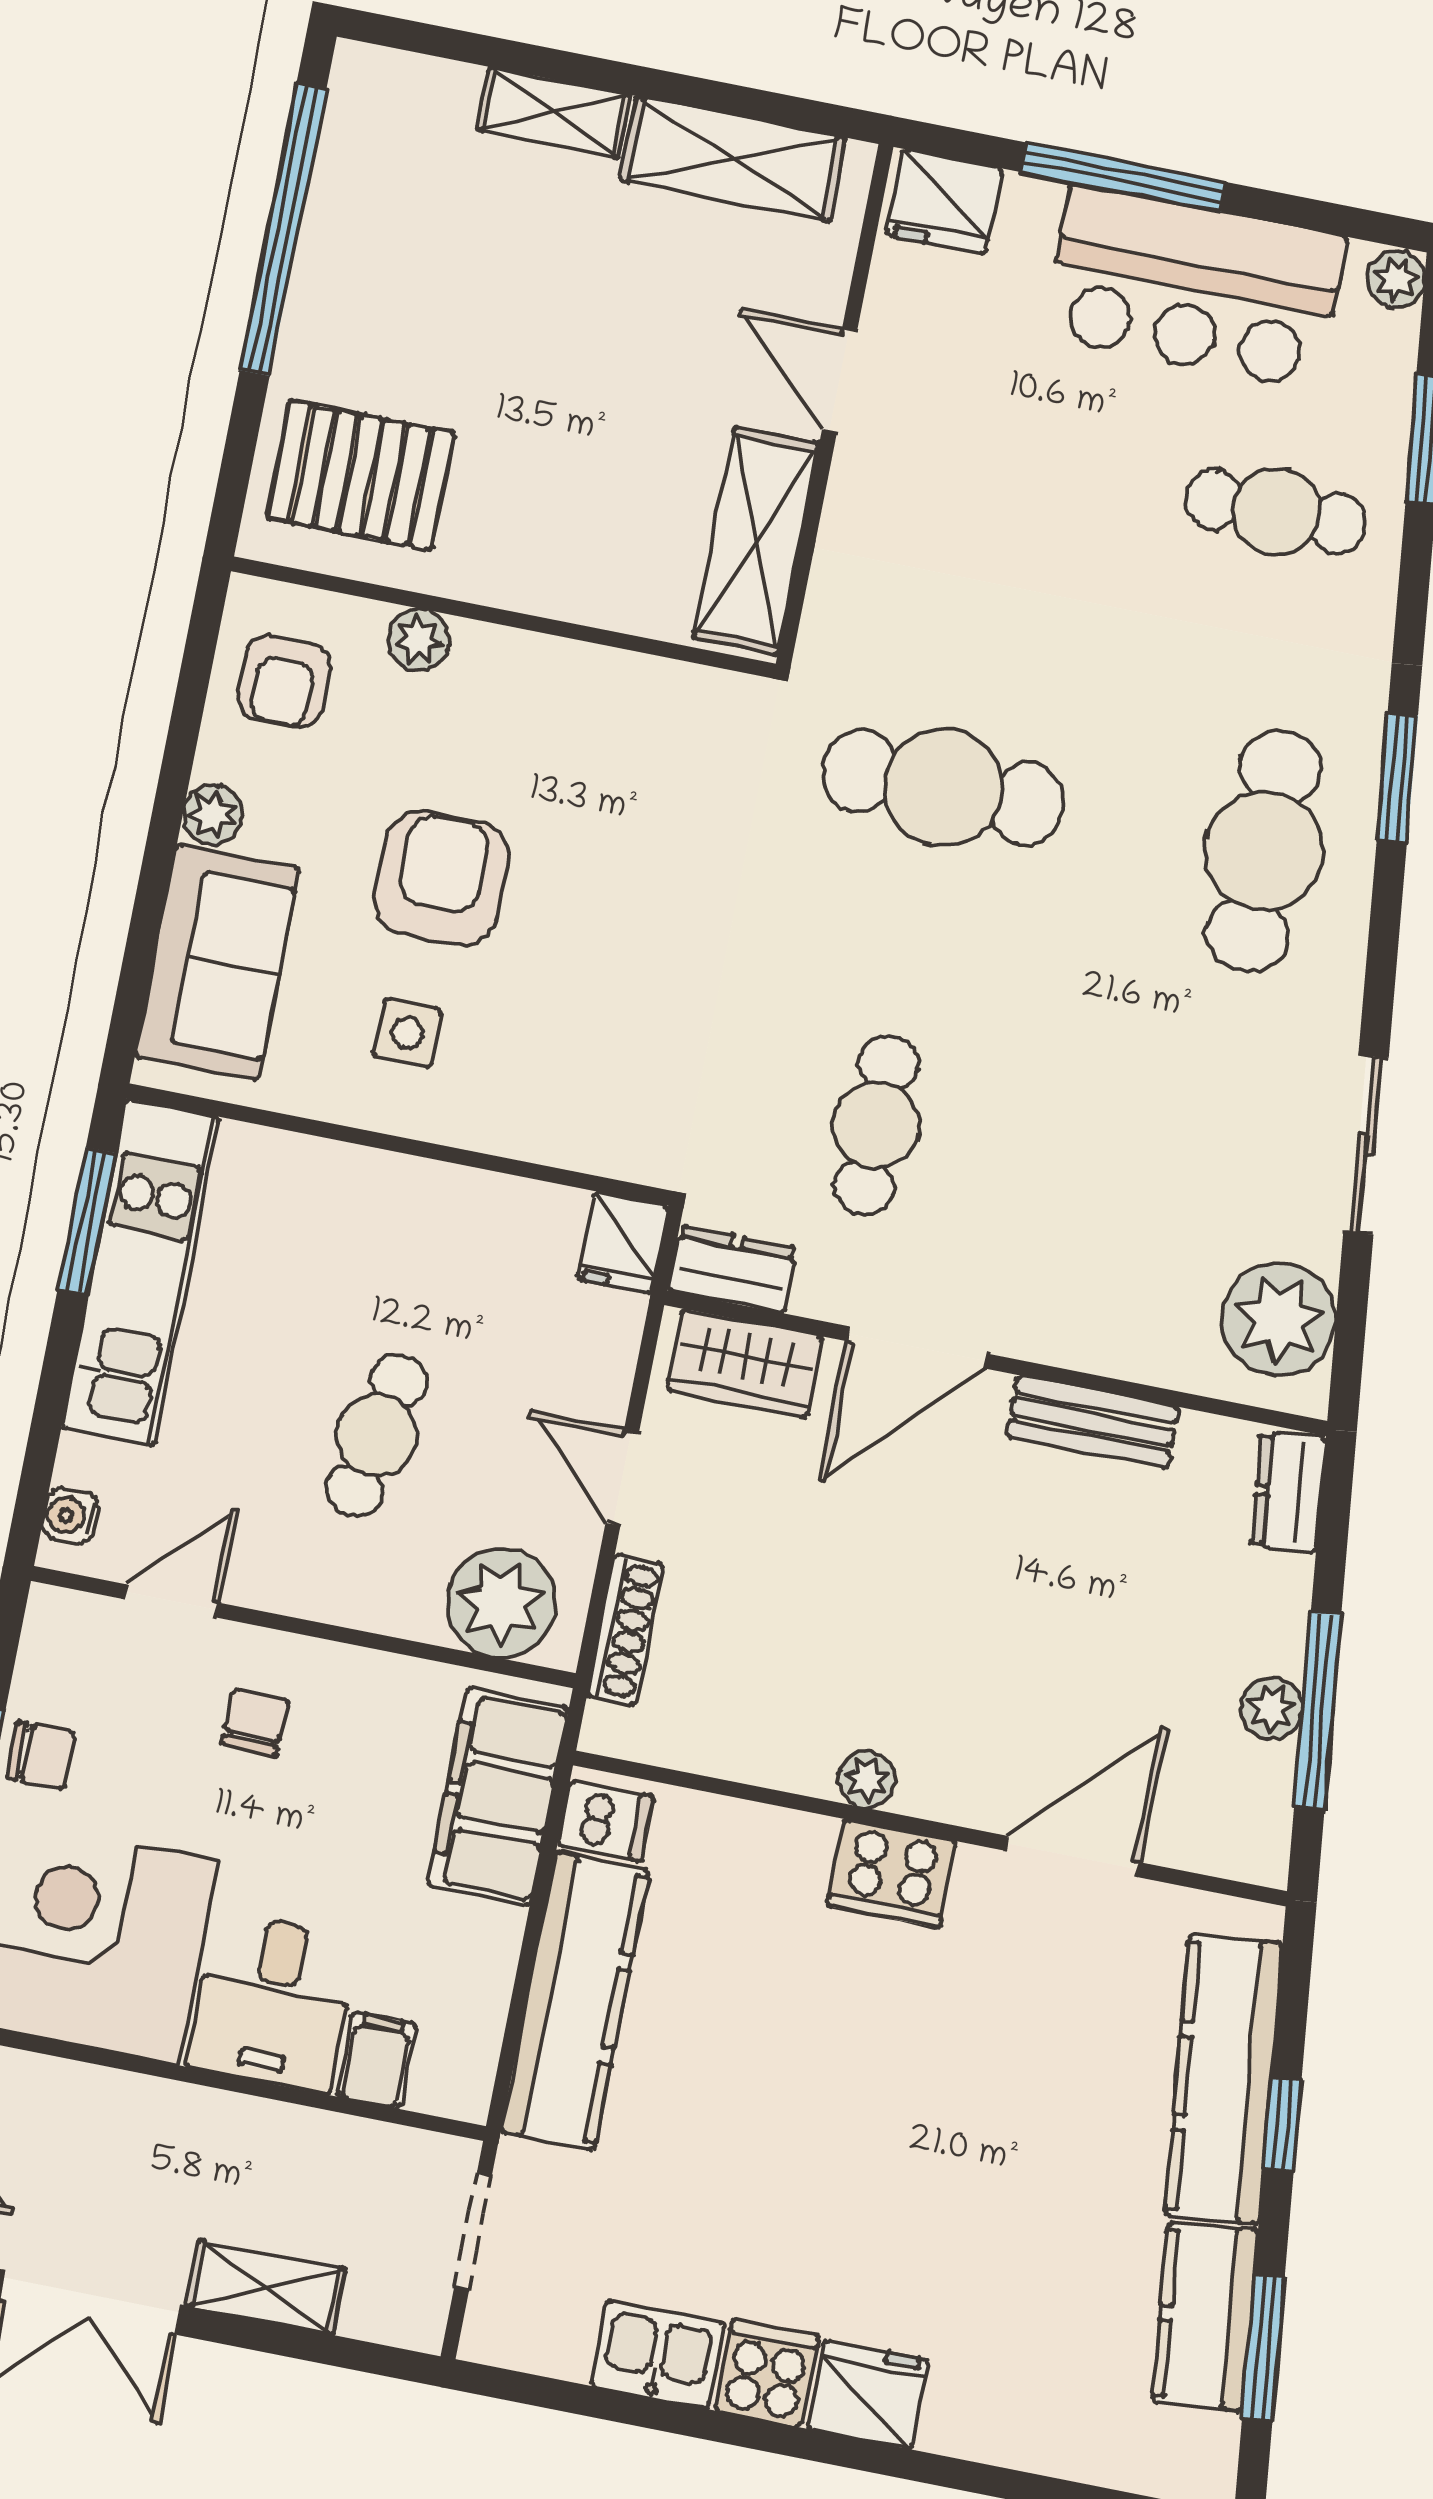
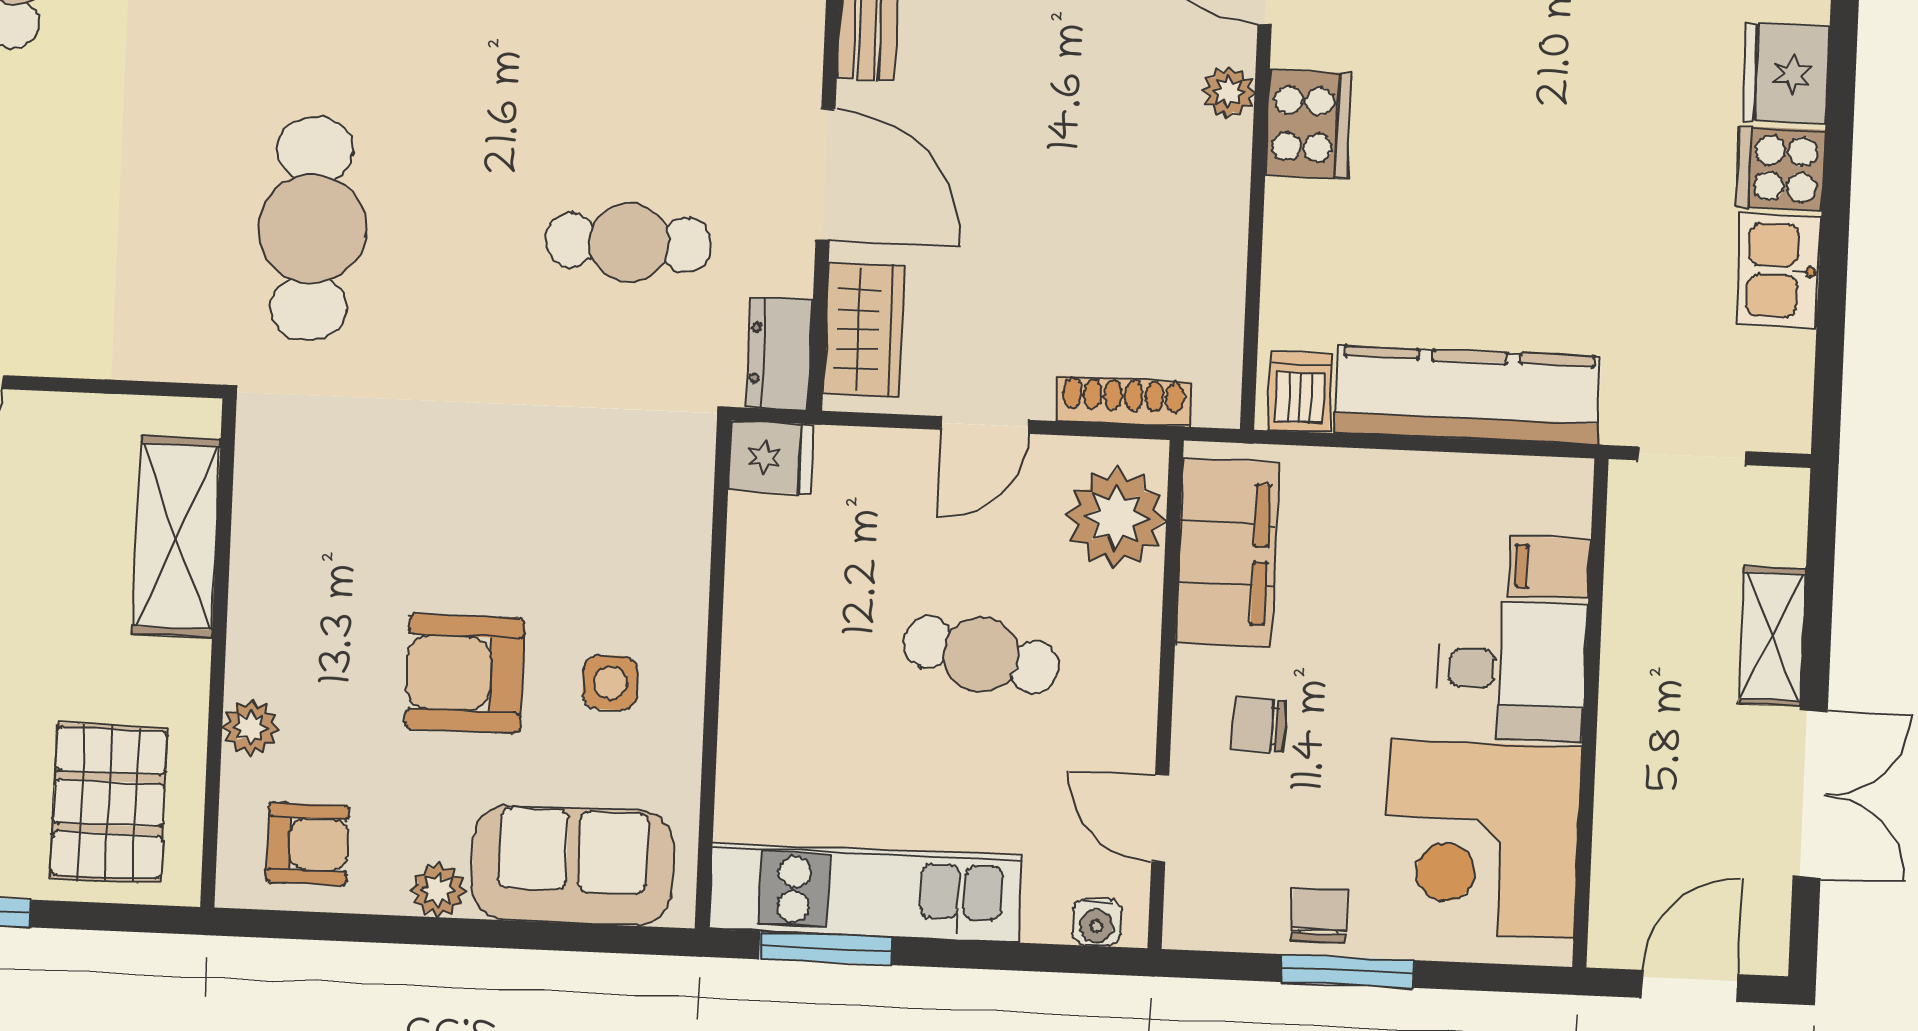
shelving: (756, 541) -> (177, 537), moved, turned 90
plant: (867, 1779) -> (1229, 92), moved
filing cabinet: (498, 1797) -> (1227, 553), moved, turned -90

